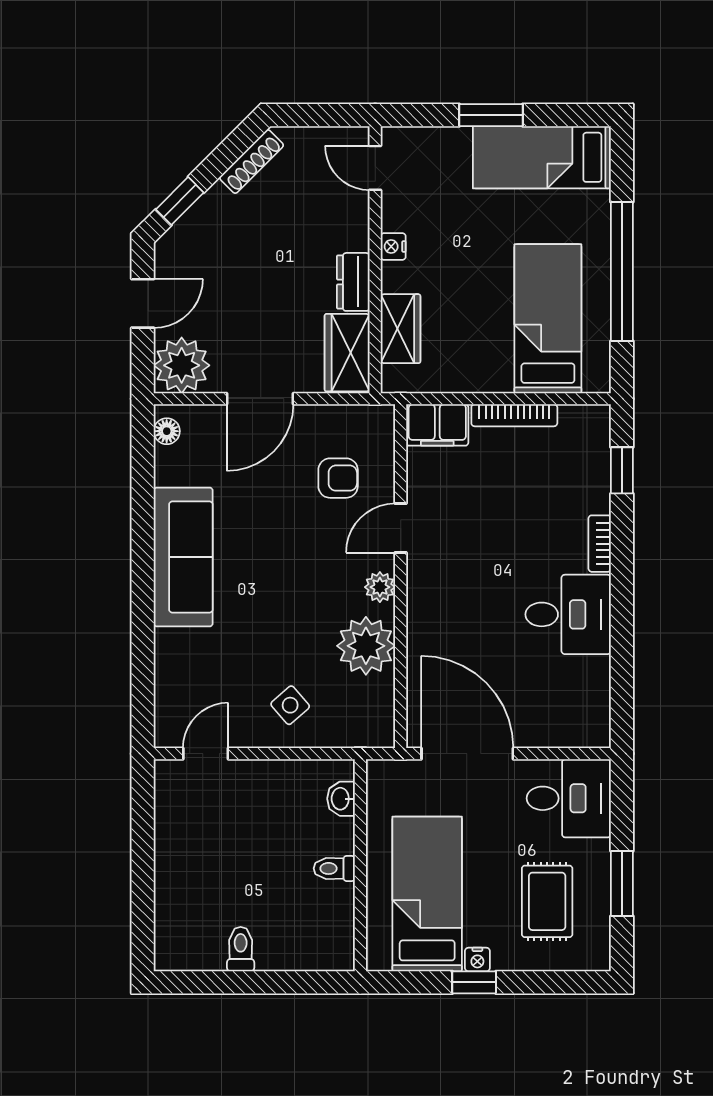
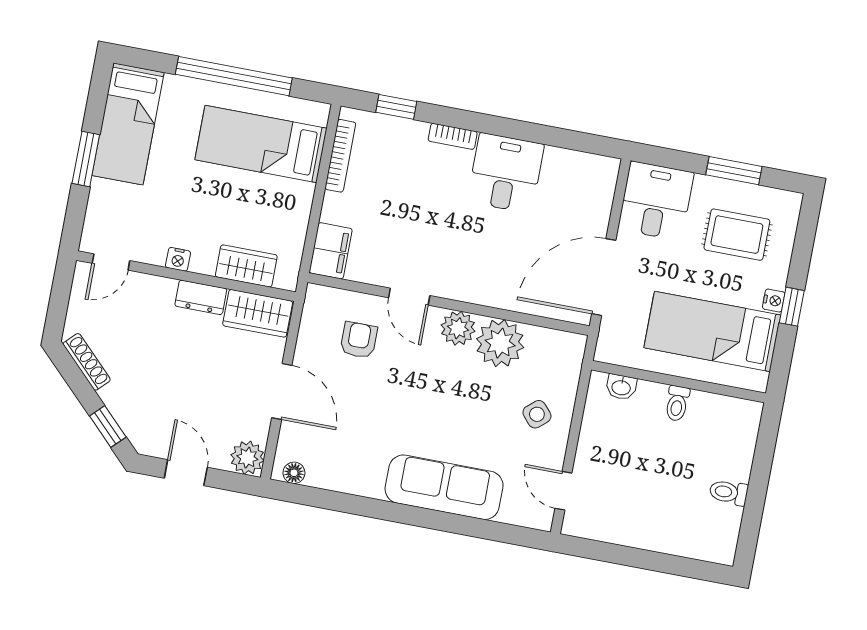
plant: (182, 365) -> (247, 458), width x0.73, depth x0.73
bookcase: (514, 415) -> (340, 156), moved
sofa: (183, 557) -> (444, 487), moved
plant: (380, 587) -> (458, 328), width x1.38, depth x1.38

